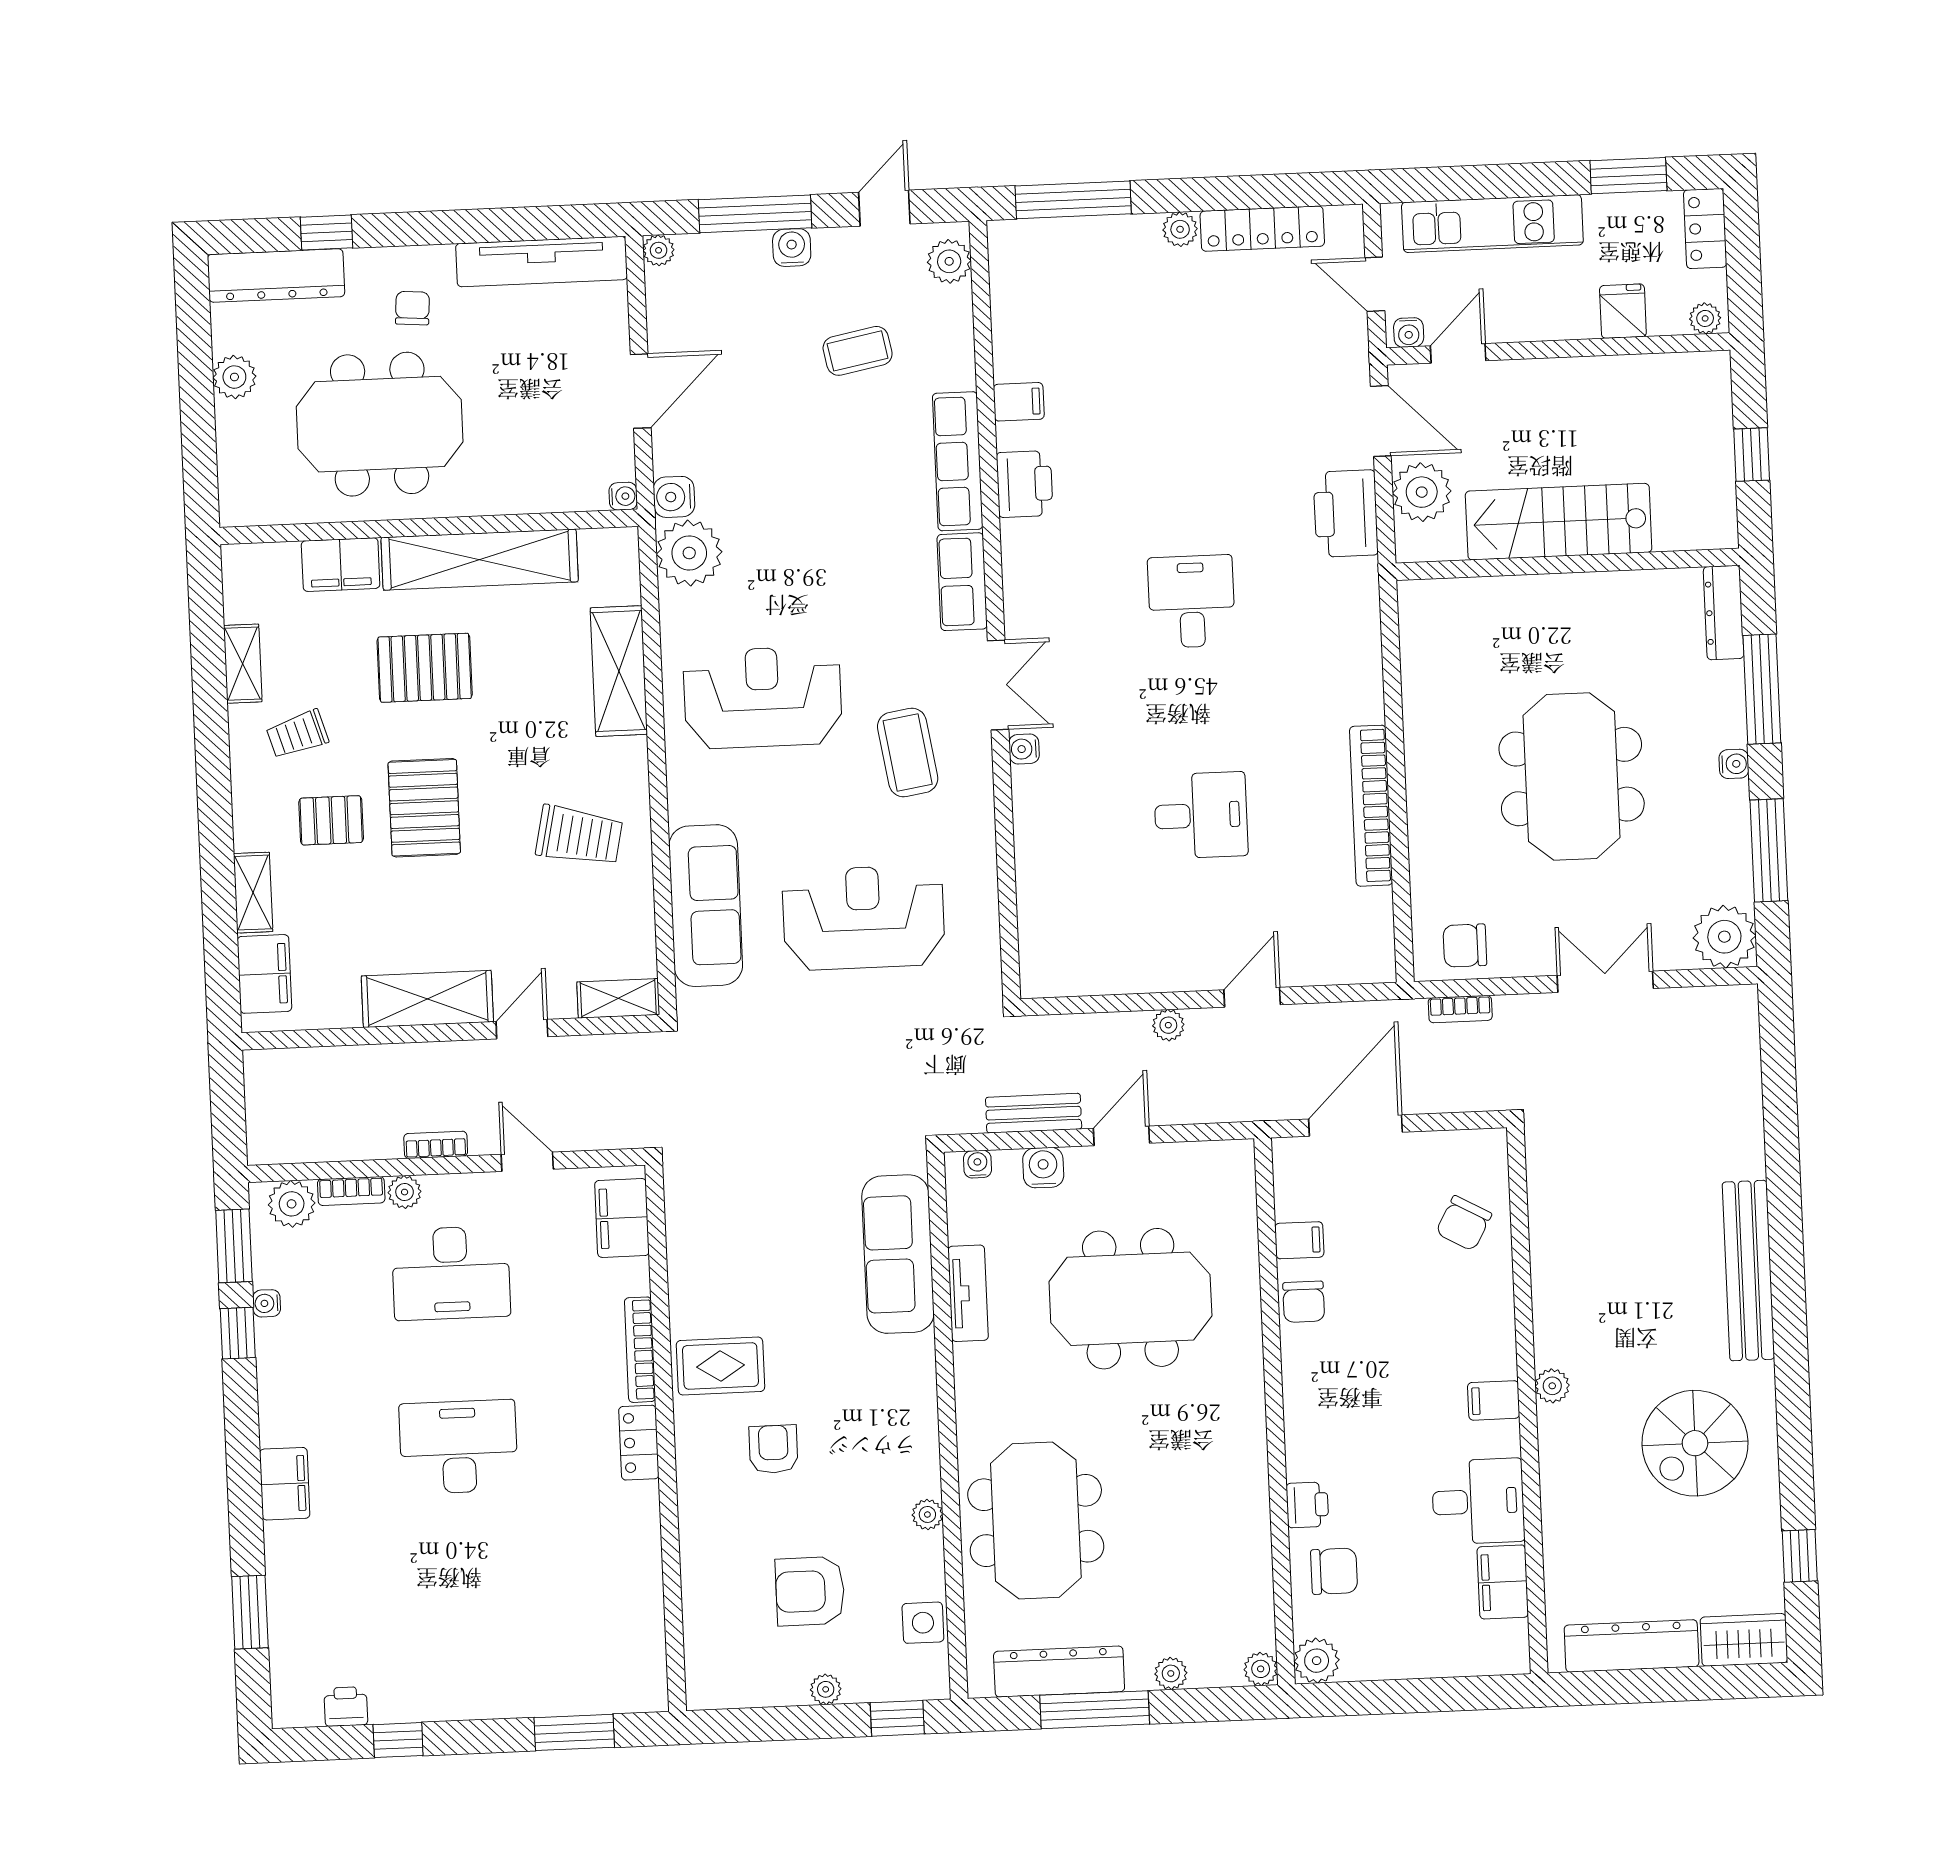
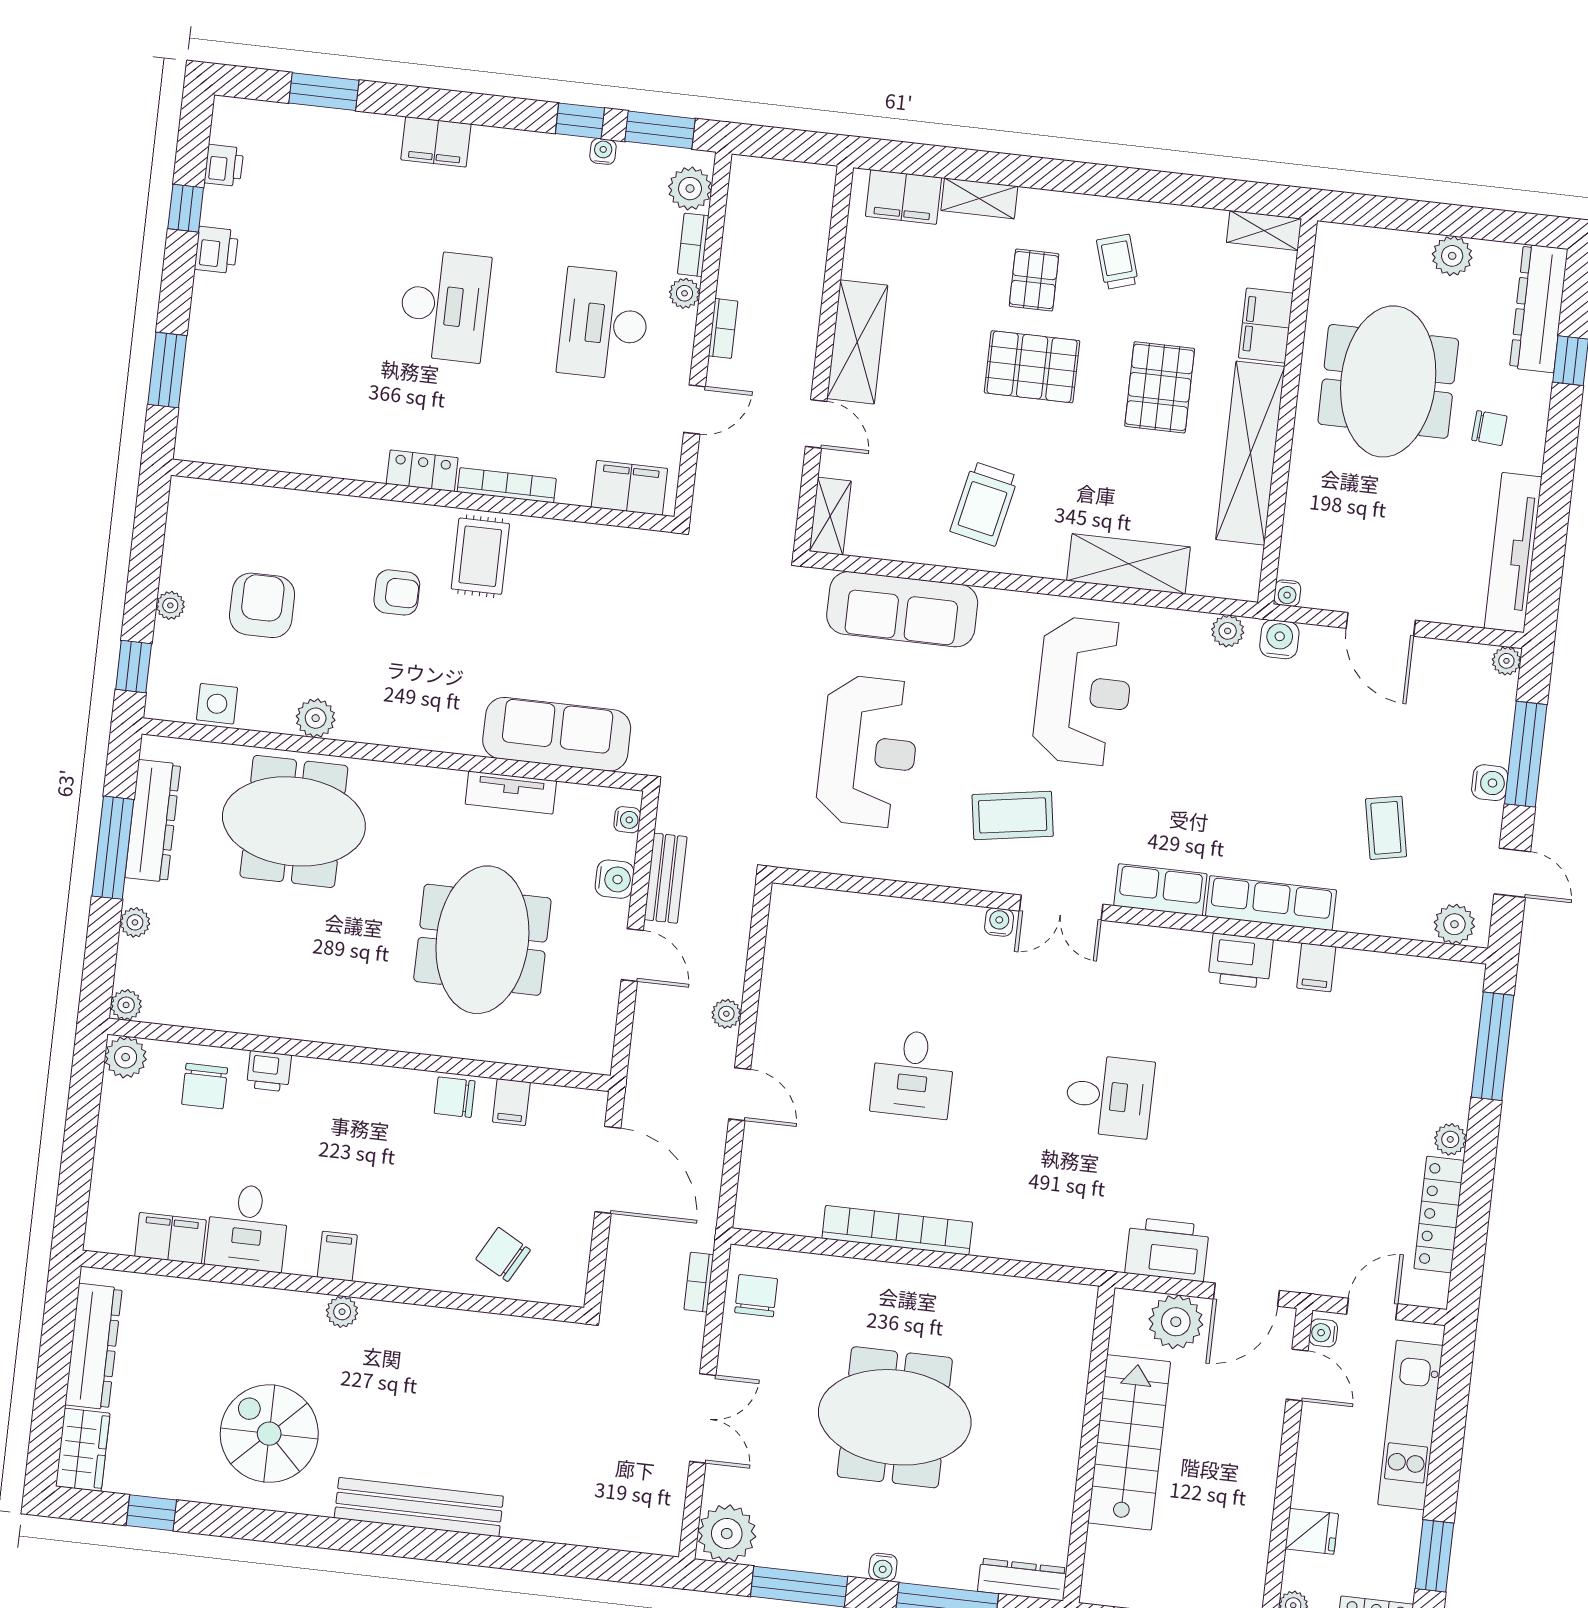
plant: (689, 553) -> (1228, 631), width x0.53, depth x0.53
shelving: (243, 664) -> (1264, 231), moved
plant: (927, 1514) -> (316, 718), width x1.38, depth x1.38
printer: (437, 1700) -> (216, 250), added

